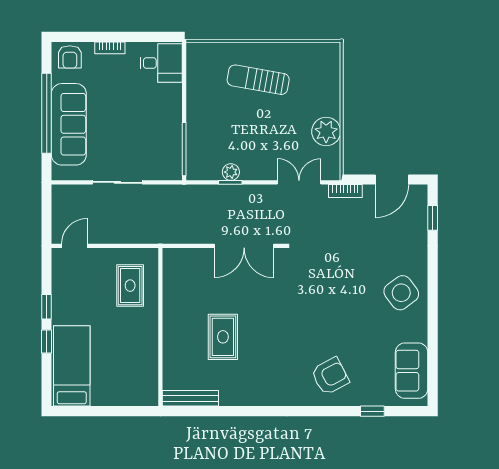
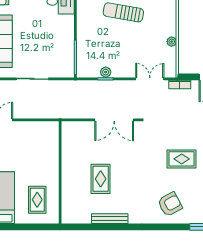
plant: (326, 132) -> (172, 42), width x0.53, depth x0.53
rug: (130, 286) -> (37, 200), moved
rug: (348, 306) -> (182, 159), added
bench: (190, 398) -> (110, 219), moved

